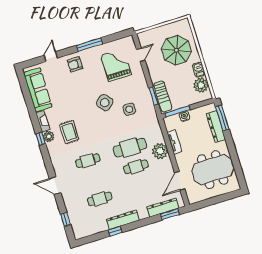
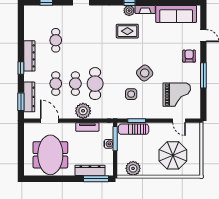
barbecue: (199, 70) -> (148, 171), removed
cafe table: (88, 161) -> (56, 84), moved
window: (115, 231) -> (21, 68), moved

